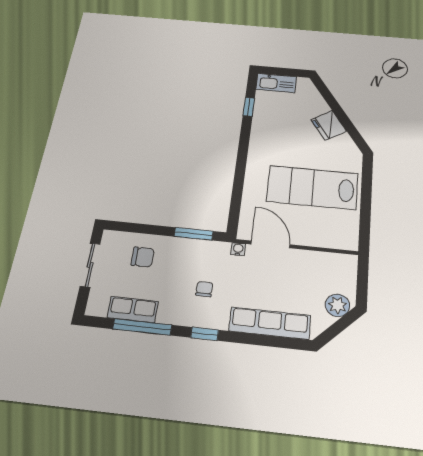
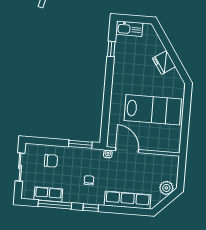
lab bench: (312, 187) -> (153, 110), turned 180

